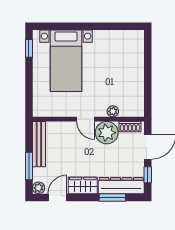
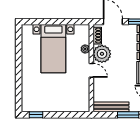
bed with nightstands: (66, 61) -> (53, 49), moved, turned 90
door: (86, 119) -> (91, 70), hinge flipped

